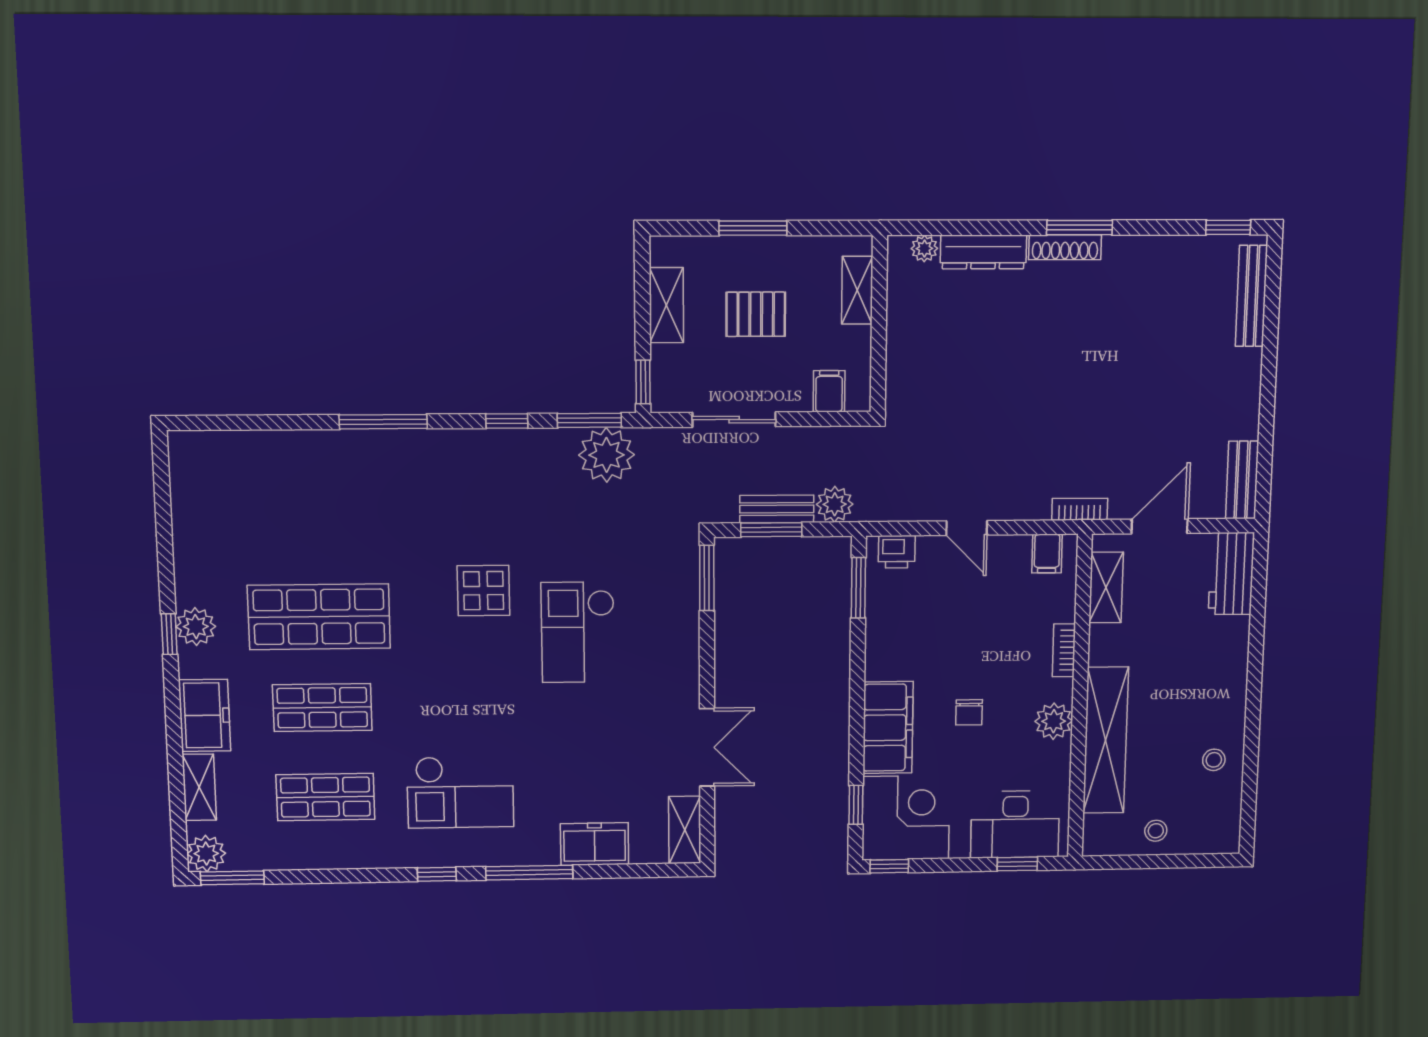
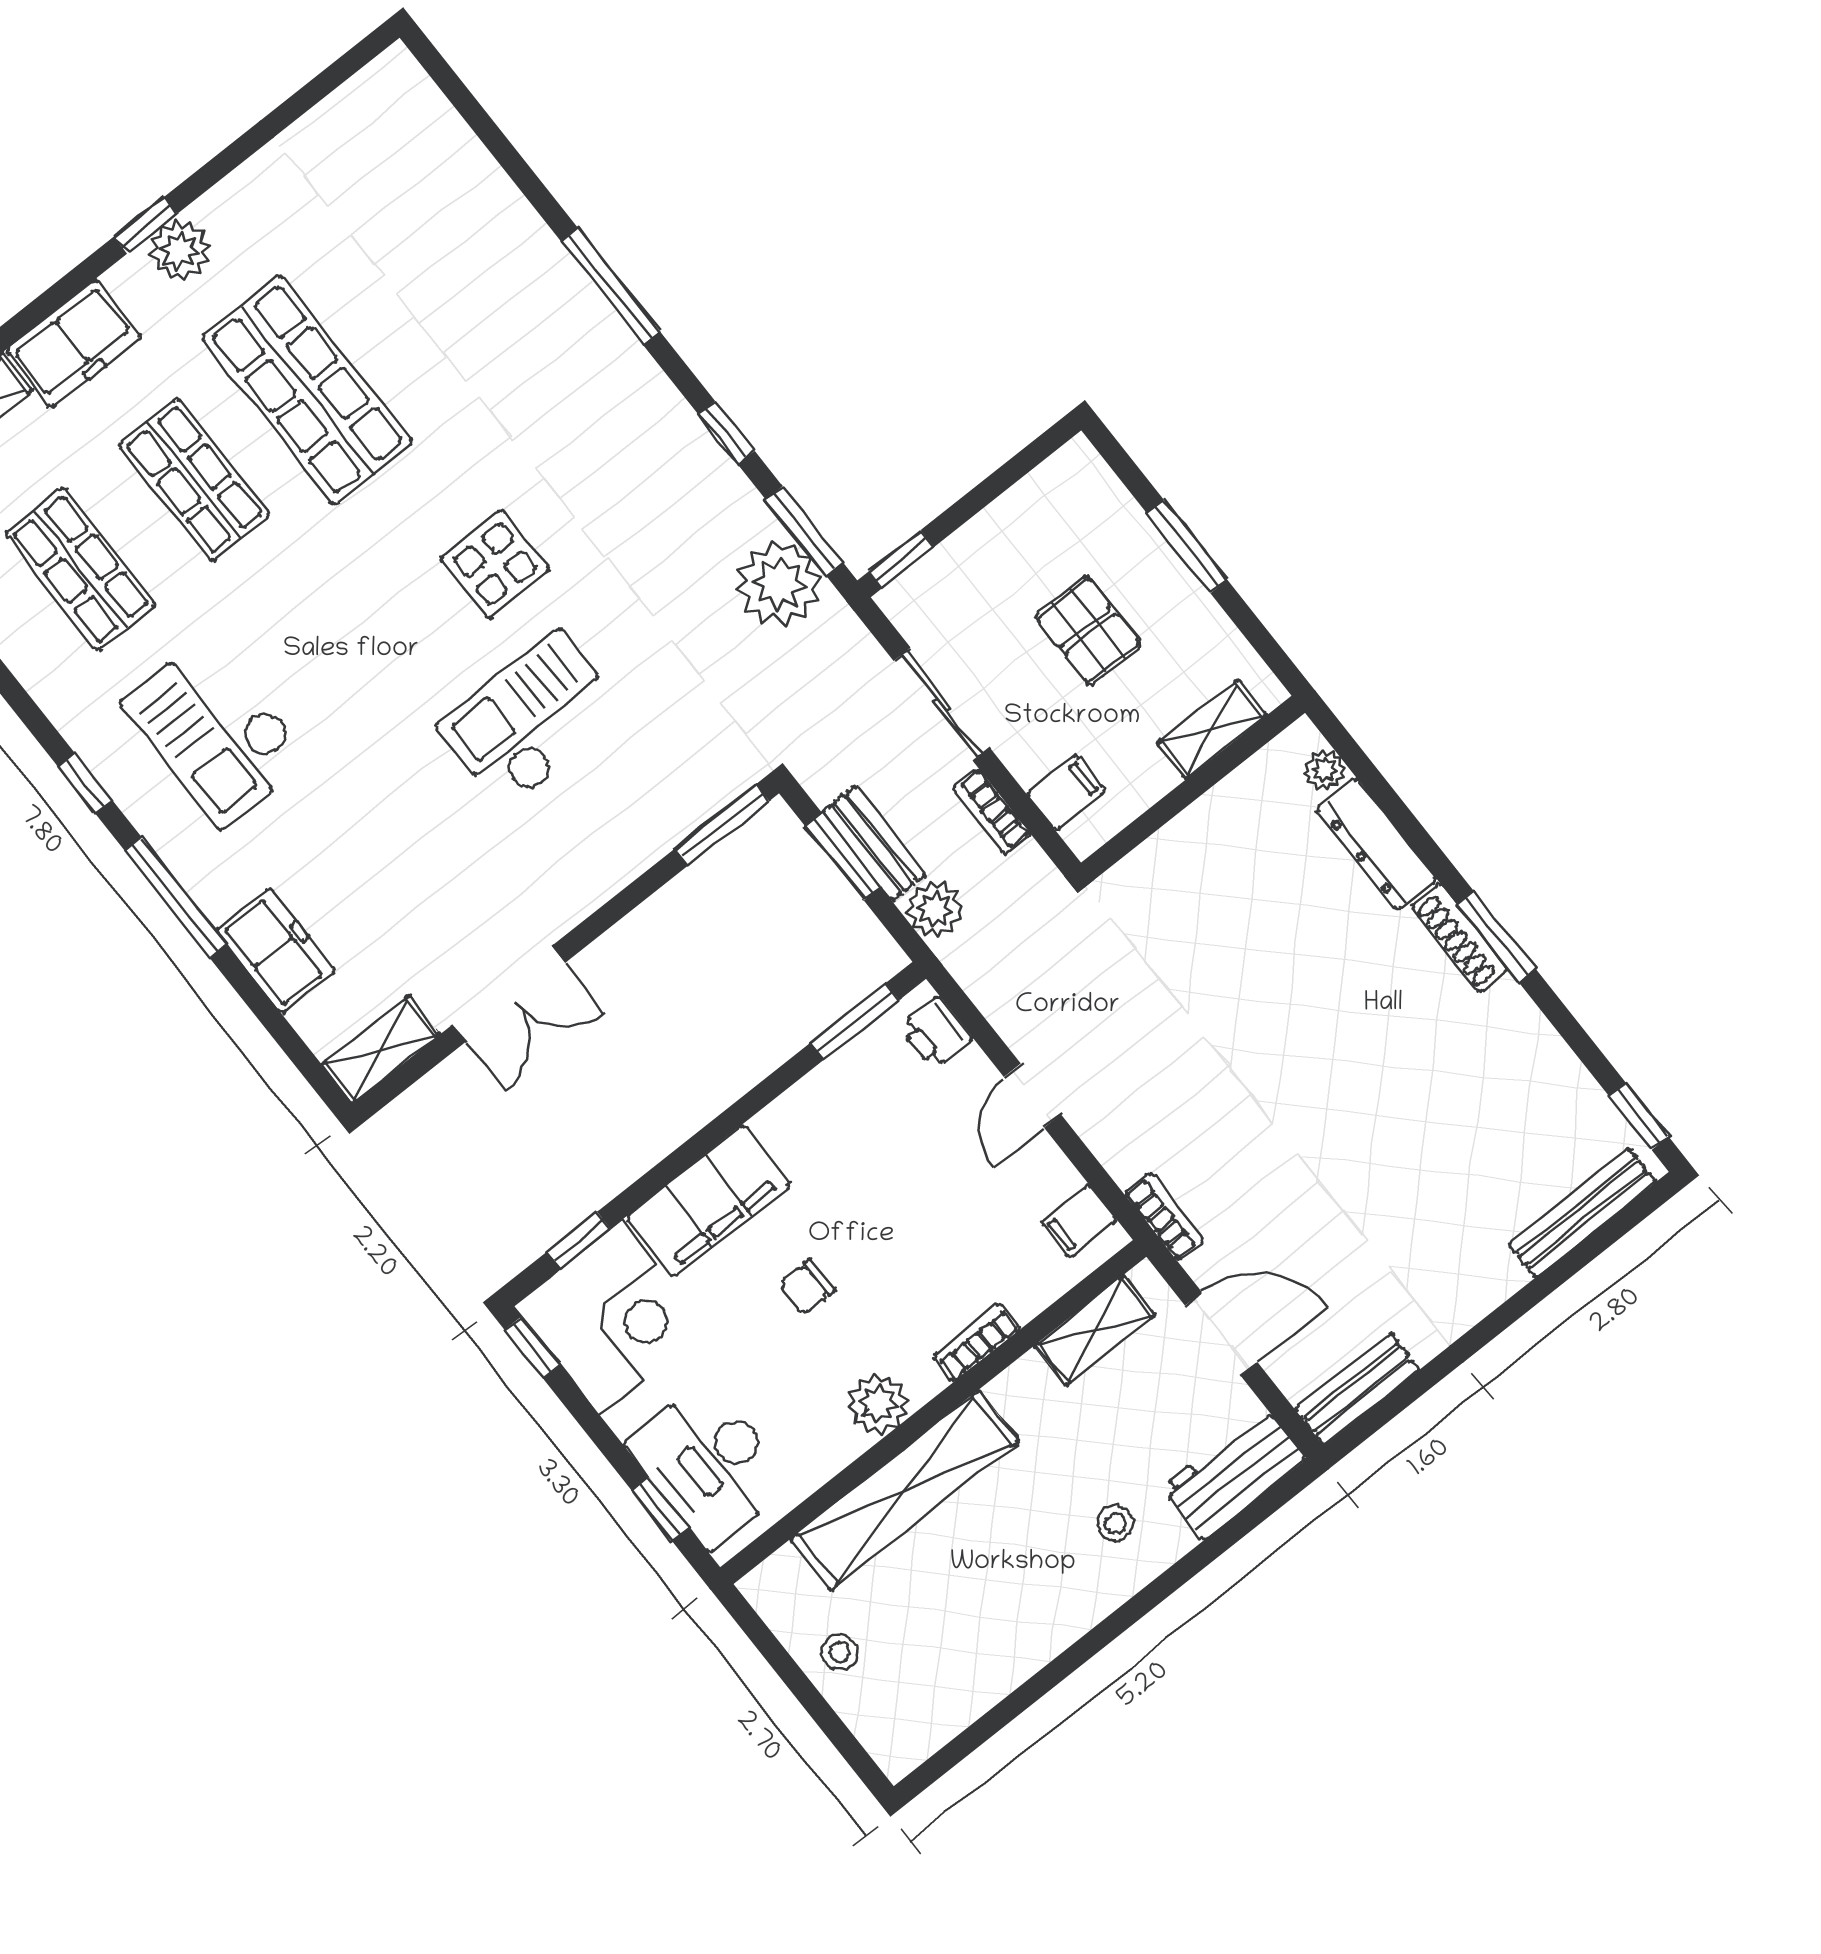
shelving: (666, 305) -> (1015, 515), removed
bookcase: (809, 437) -> (991, 812), added
stool: (1214, 760) -> (1115, 1524), moved

